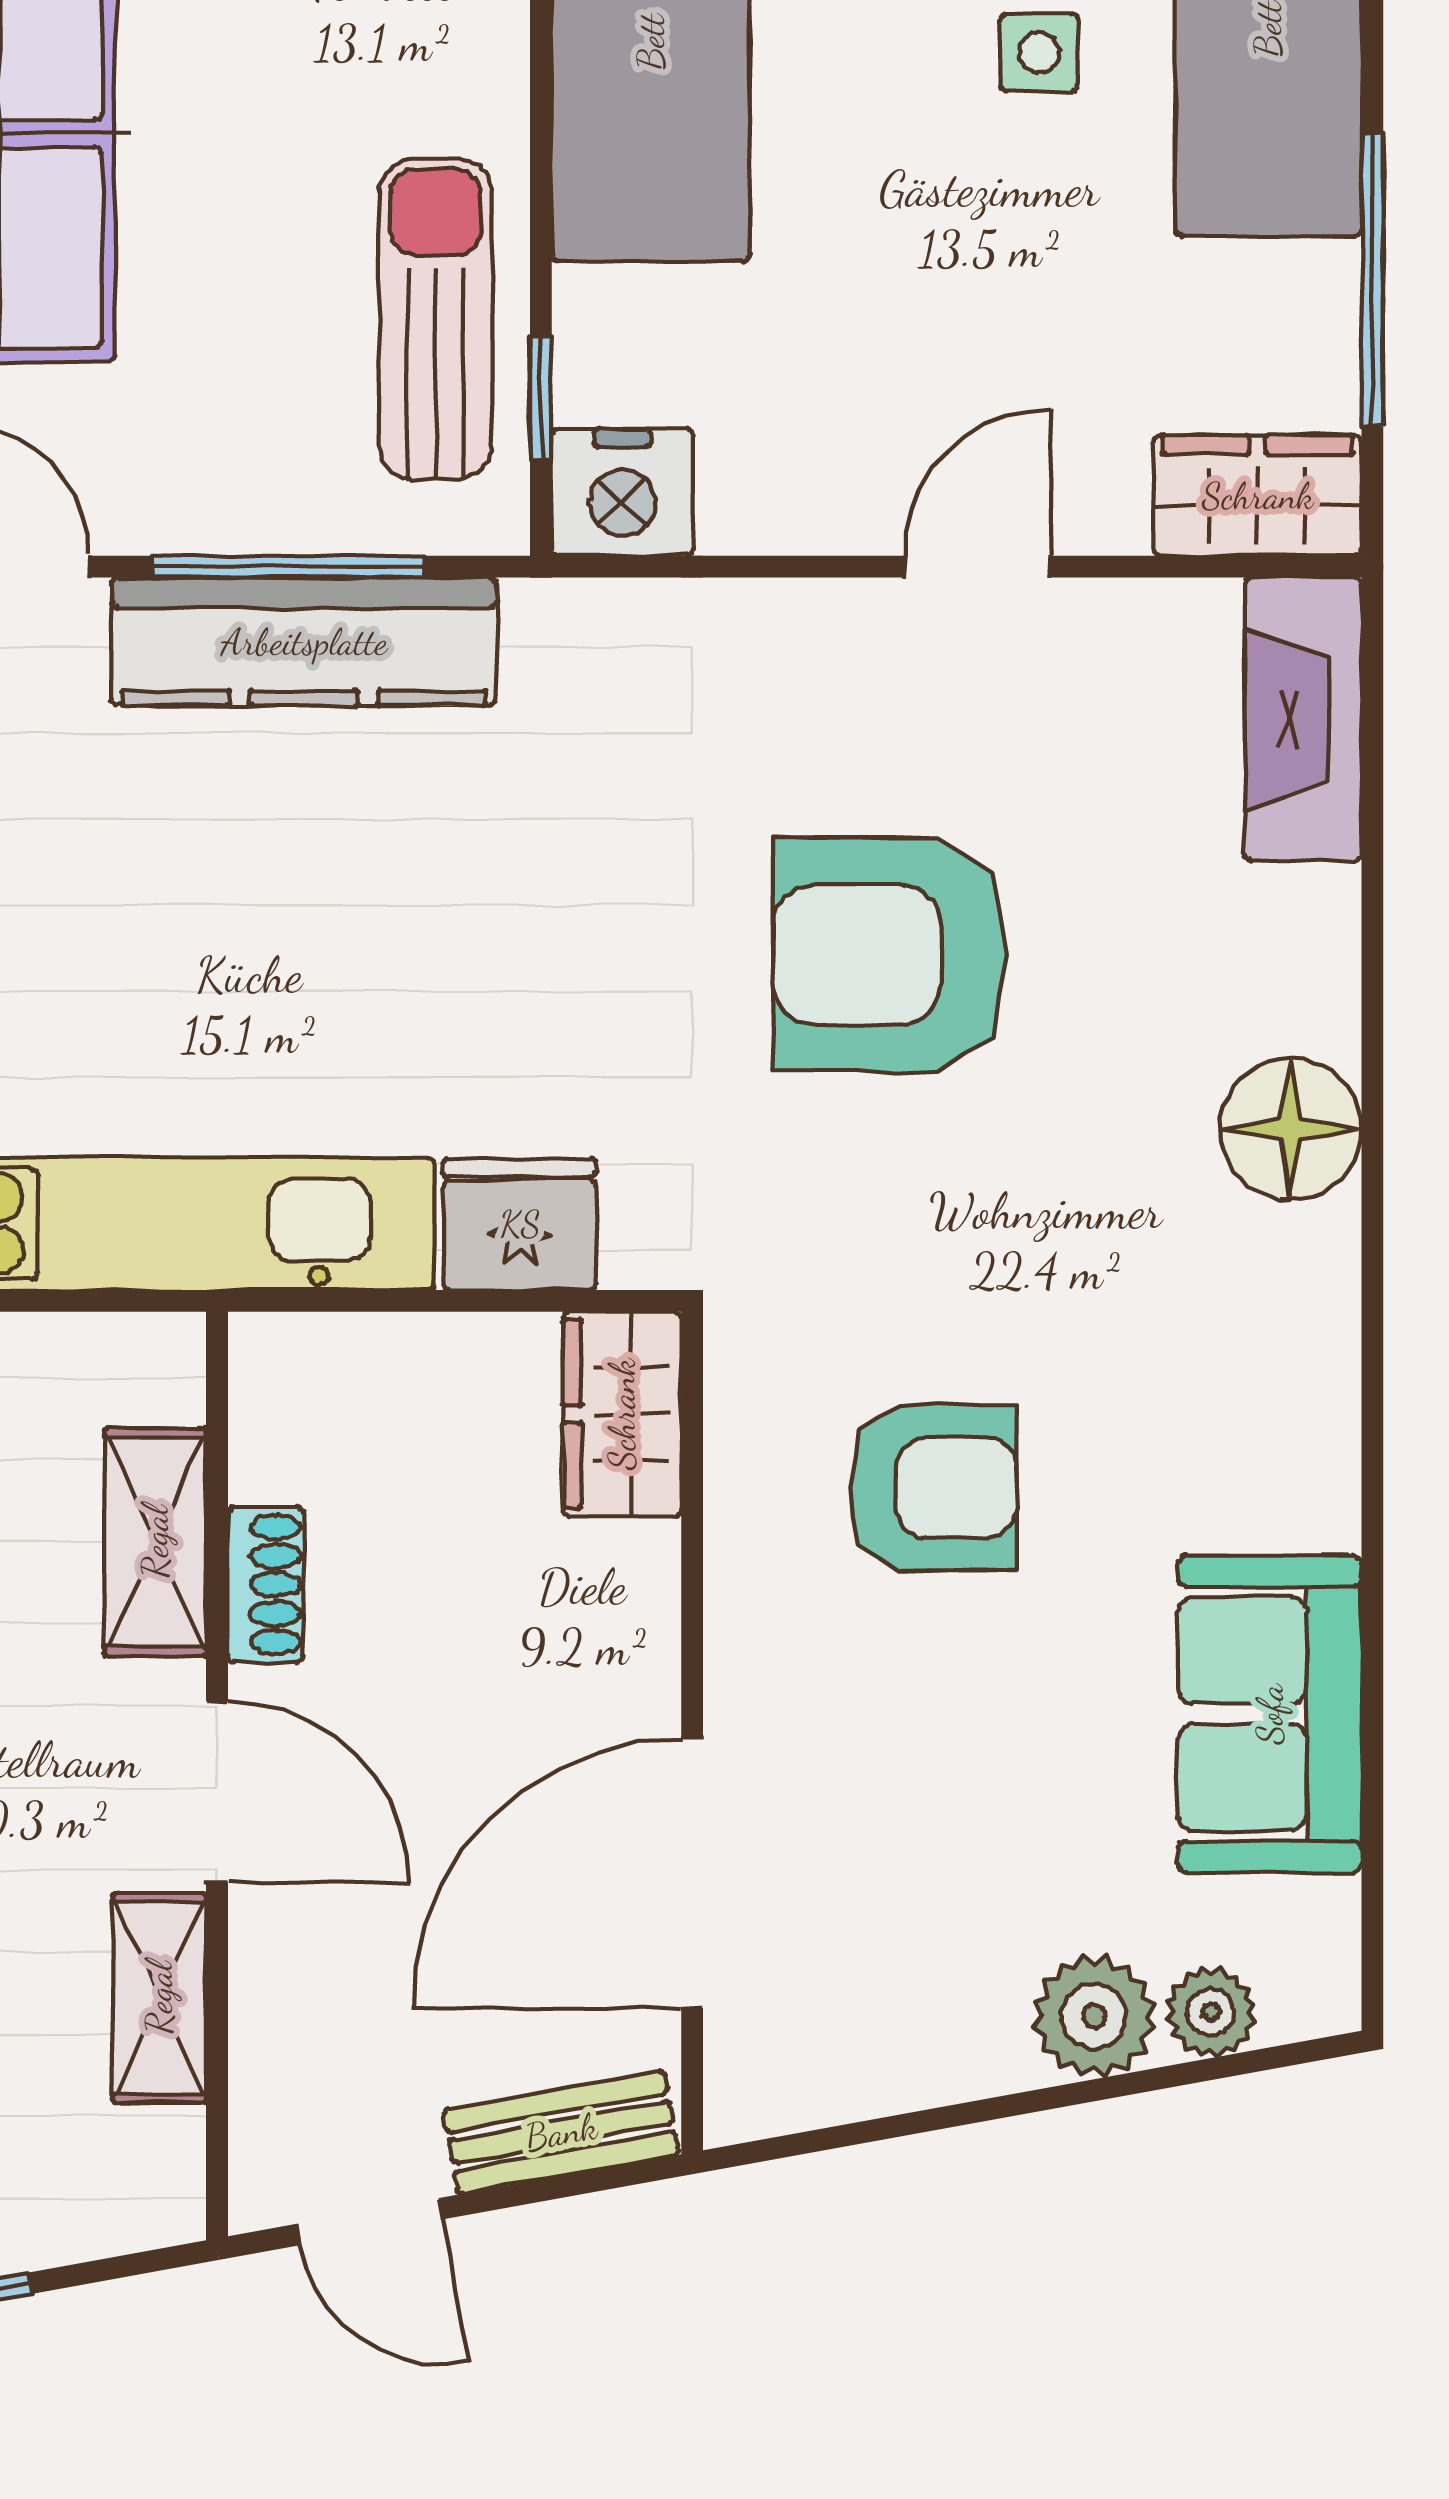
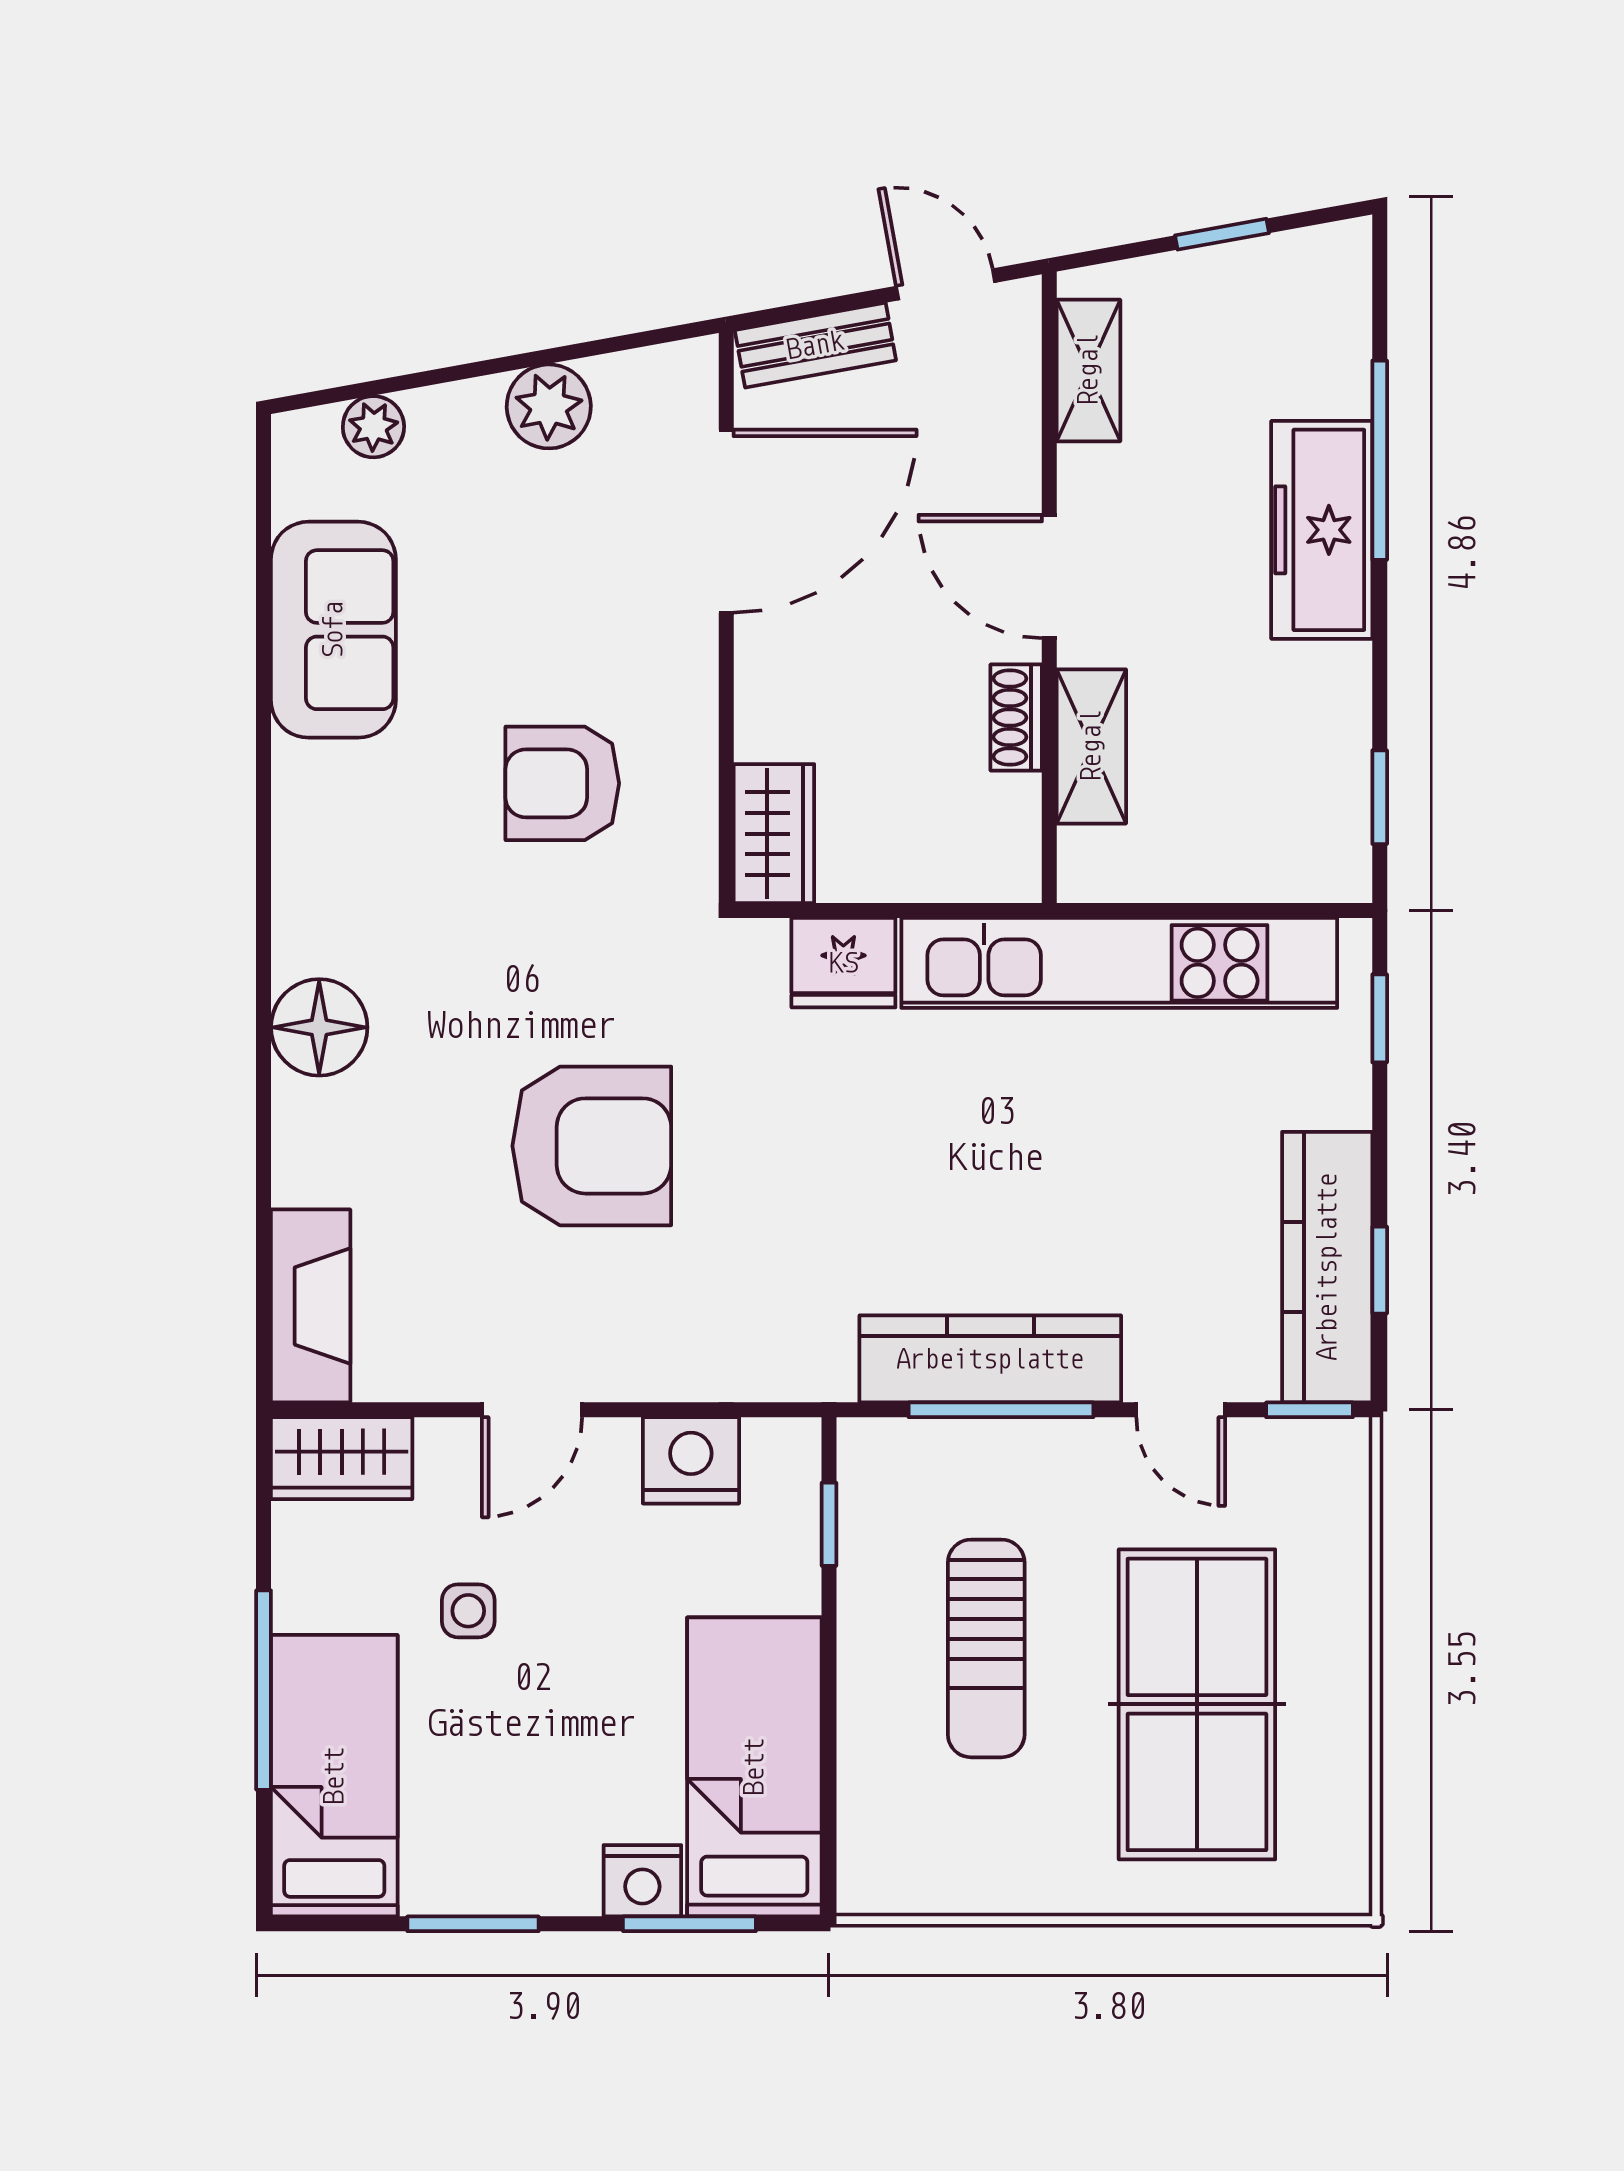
side table: (1039, 52) -> (468, 1611), moved
window: (1372, 280) -> (264, 1690), moved
sun lounger: (436, 319) -> (986, 1648), moved
nightstand: (623, 492) -> (691, 1460), moved
shelving: (159, 1998) -> (1088, 370), moved
plant: (1094, 2016) -> (549, 406), moved

